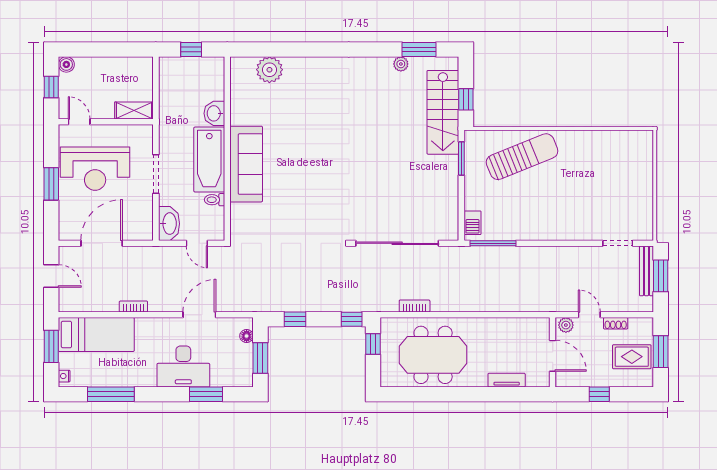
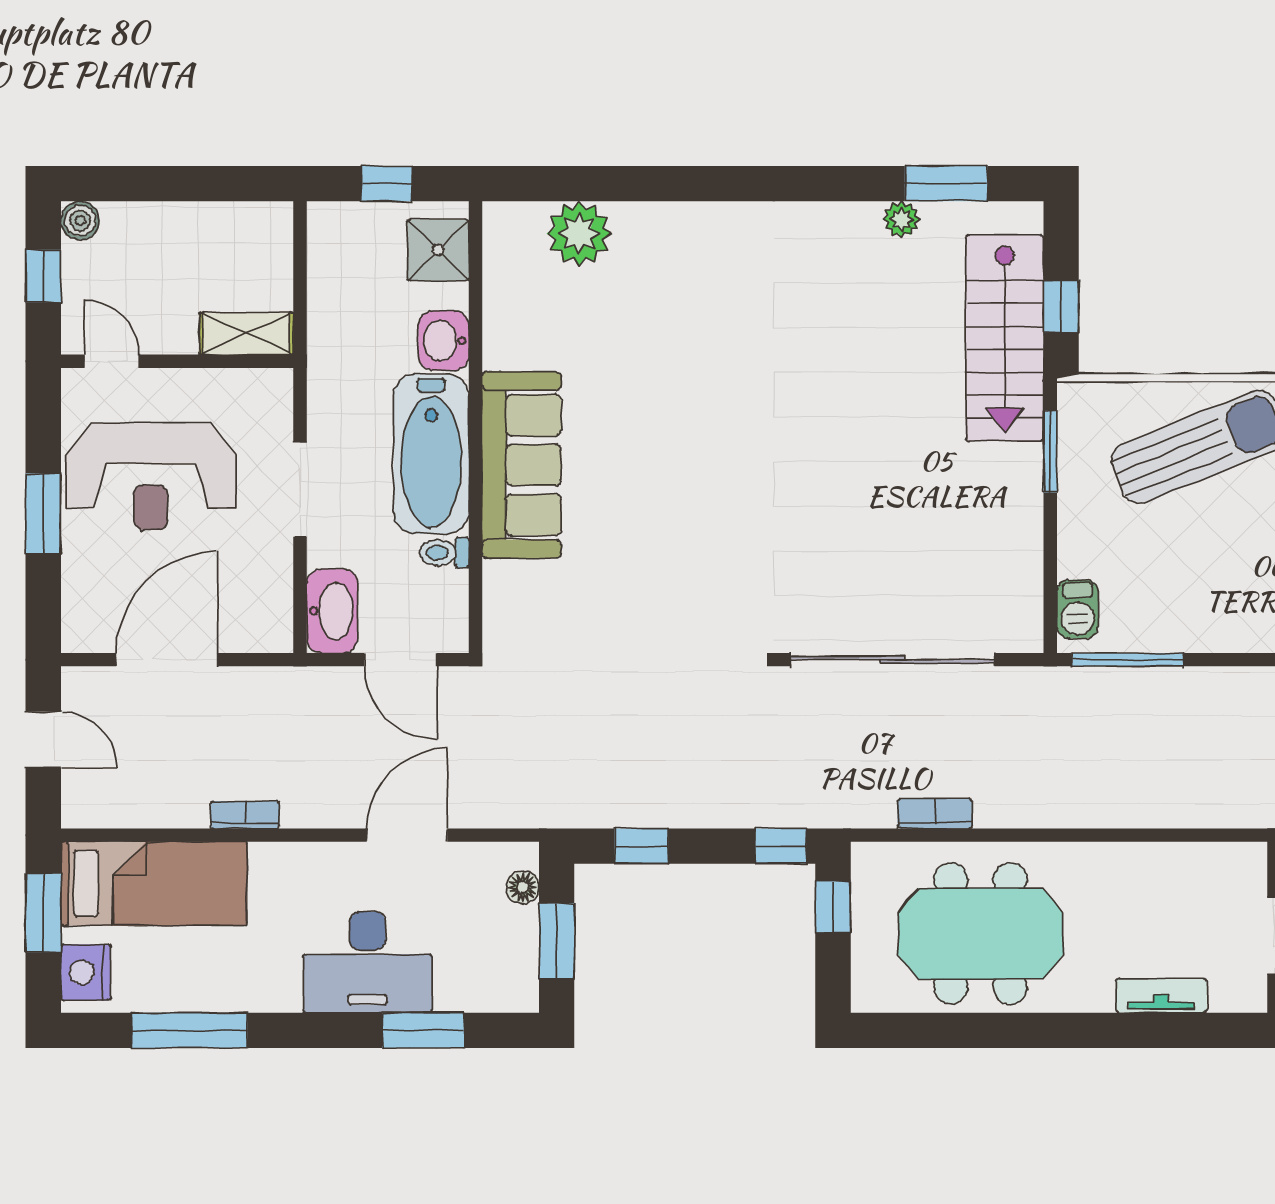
shower: (212, 77) -> (438, 250), added
door: (197, 243) -> (401, 660), width x1.38
nightstand: (64, 376) -> (86, 972), width x1.89, depth x1.79

